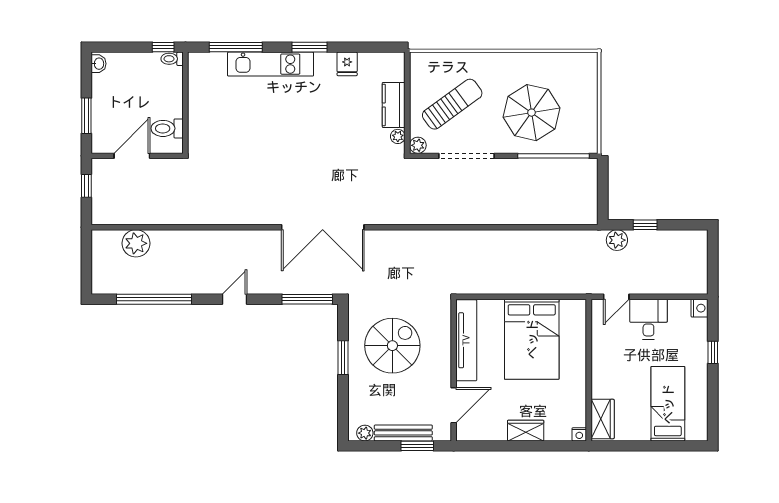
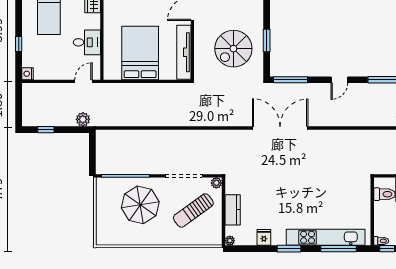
kitchen unit: (271, 64) -> (326, 237), width x1.36
plant: (398, 136) -> (230, 241), moved
window: (645, 225) -> (46, 130), moved
desk: (648, 319) -> (87, 42), moved, turned -90

